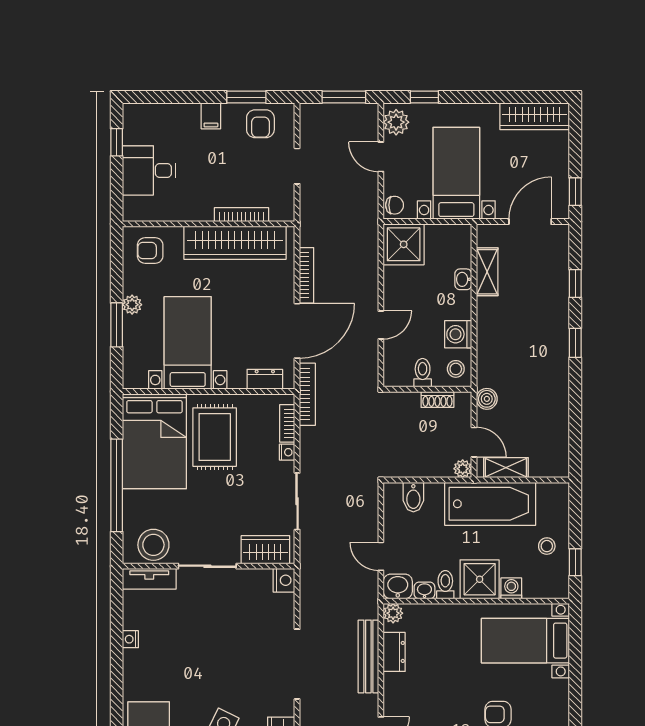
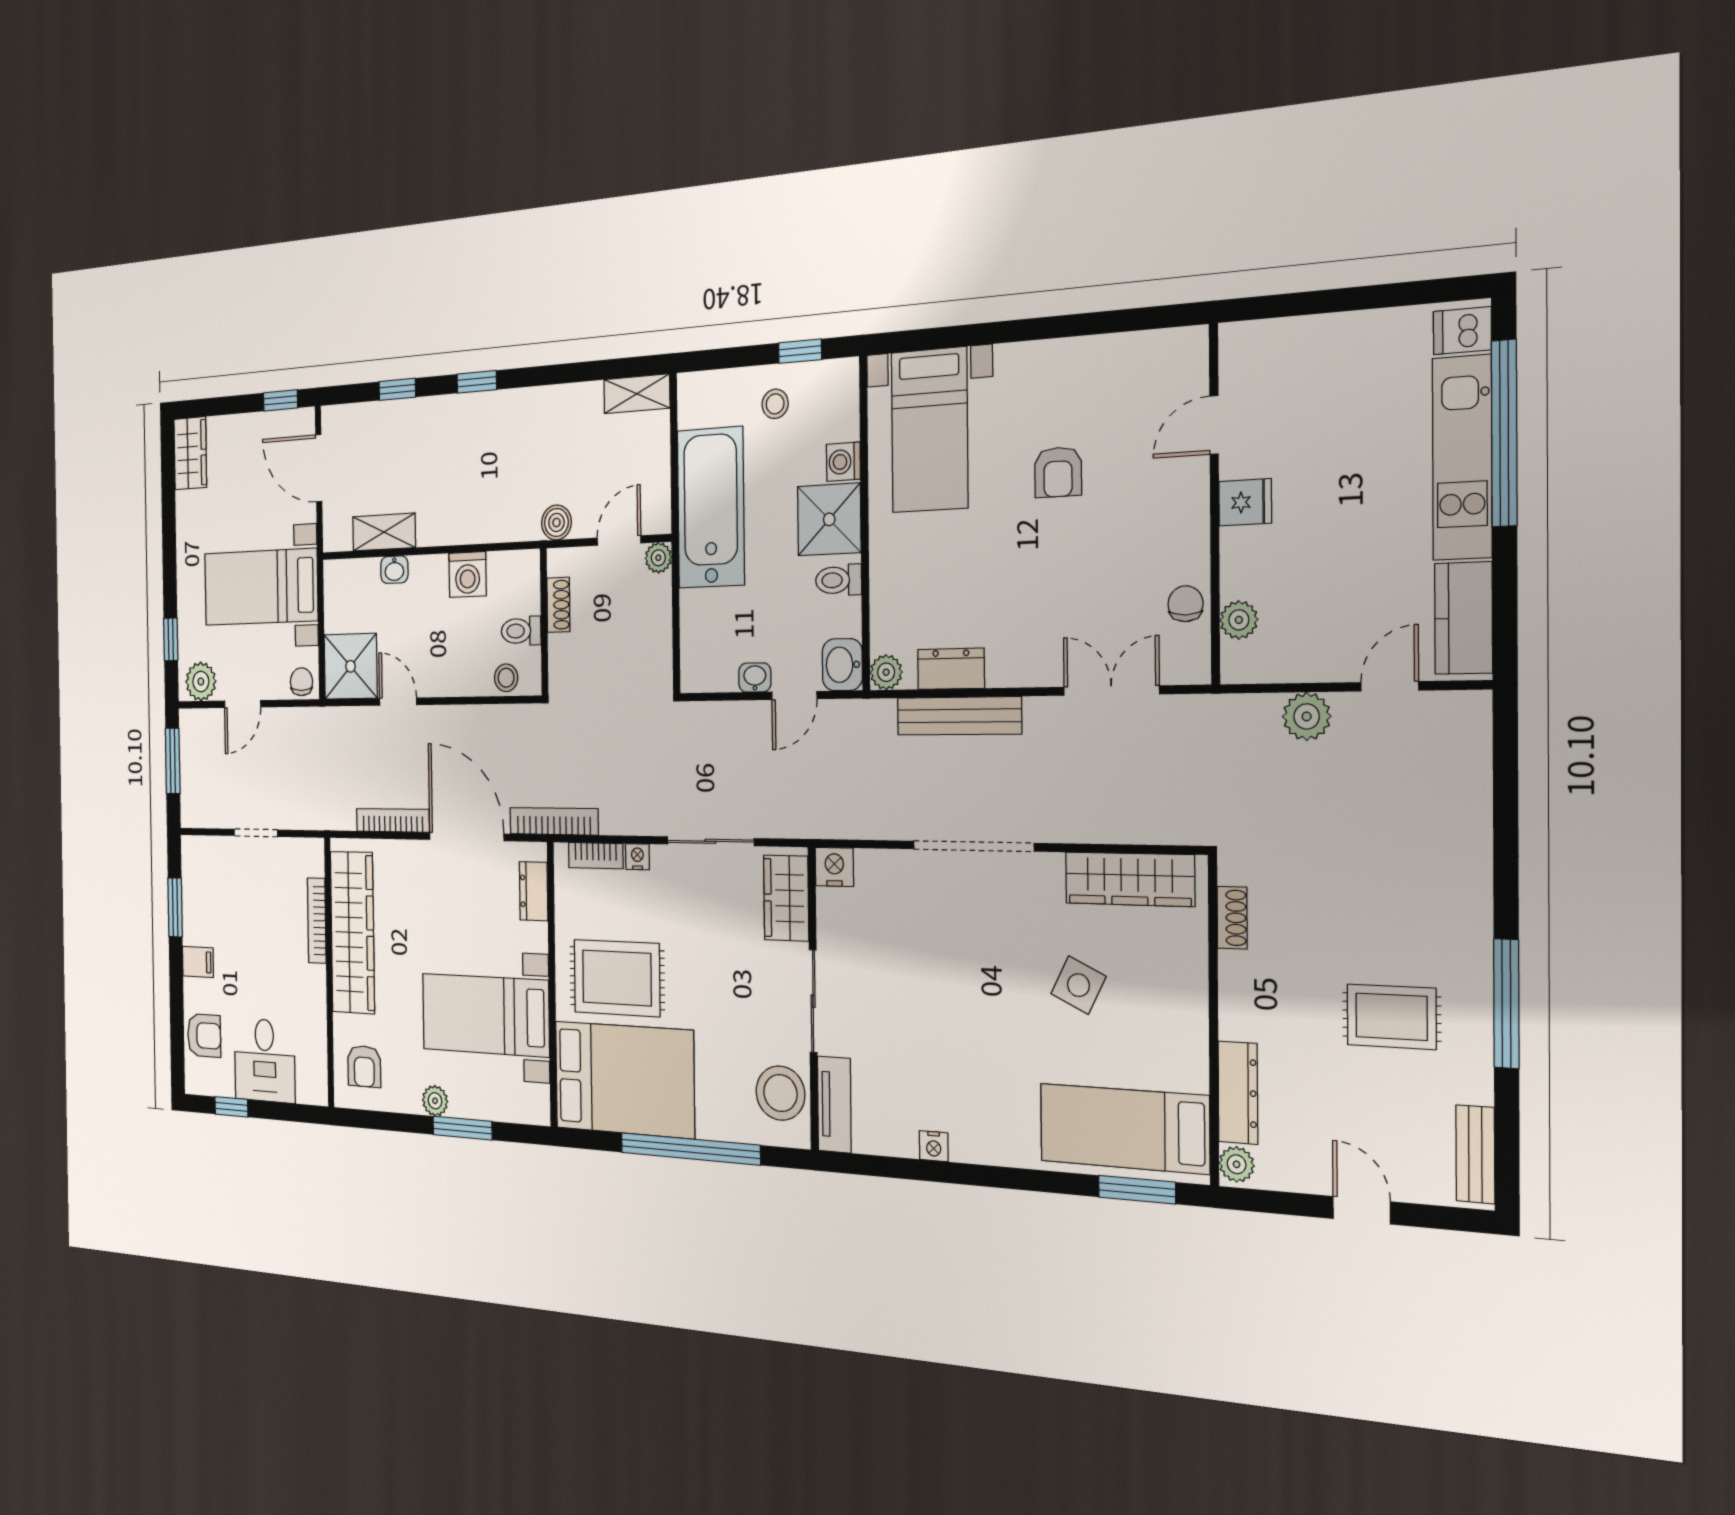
wardrobe: (535, 116) -> (190, 453), width x0.67
armchair: (260, 124) -> (204, 1035), moved
door: (381, 325) -> (398, 702), moved
stool: (456, 369) -> (506, 678), moved
shelving: (506, 468) -> (637, 394), moved, turned 90
bidet: (413, 497) -> (702, 641), removed
washbasin: (424, 590) -> (755, 677), moved, turned 90

